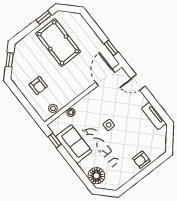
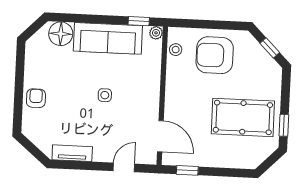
armchair: (38, 85) -> (215, 55), width x1.88, depth x1.88
plant: (71, 112) -> (156, 33), moved
sofa: (74, 144) -> (108, 38), width x1.36

